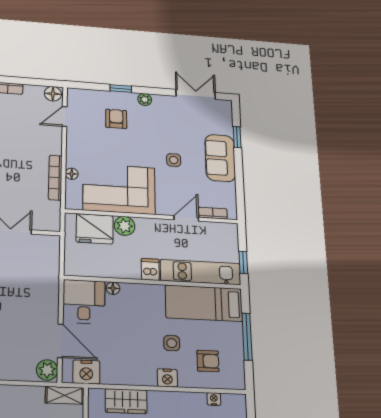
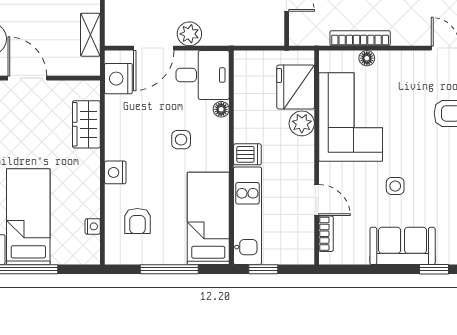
side table: (172, 343) -> (181, 140), moved
plant: (47, 370) -> (189, 34), moved
shelving: (65, 395) -> (90, 35), moved

